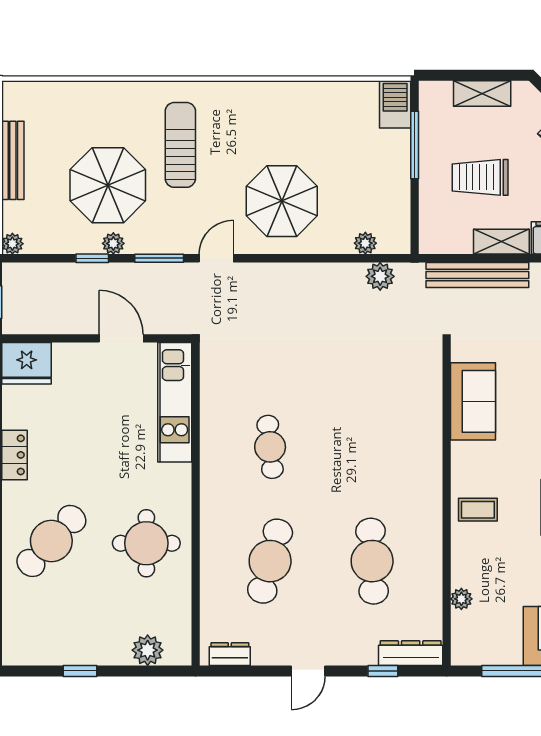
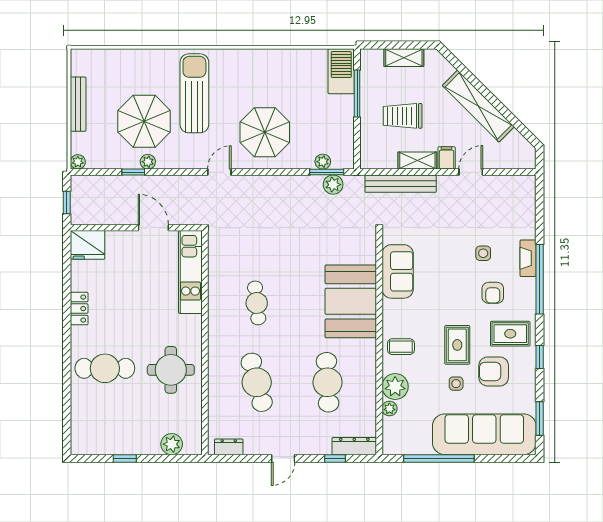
barbecue: (395, 104) -> (341, 71), width x1.37, depth x1.21
sun lounger: (180, 145) -> (194, 93), width x1.36, depth x1.34
window: (159, 258) -> (327, 172), moved
booth: (406, 444) -> (351, 301), added
cafe table: (51, 541) -> (105, 368), turned 47
cafe table: (270, 561) -> (257, 382), turned -30
plant: (469, 567) -> (395, 387), added

